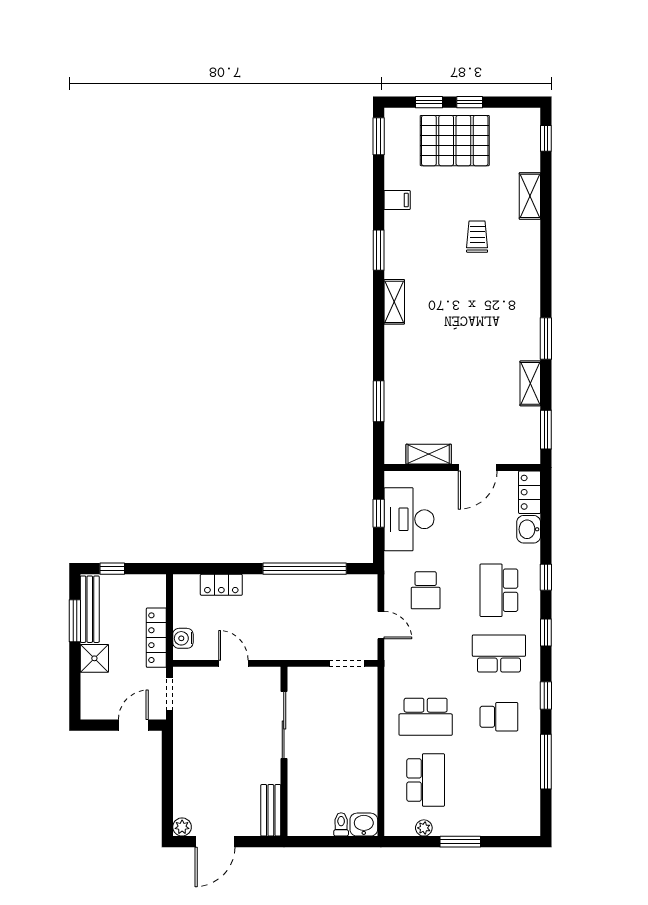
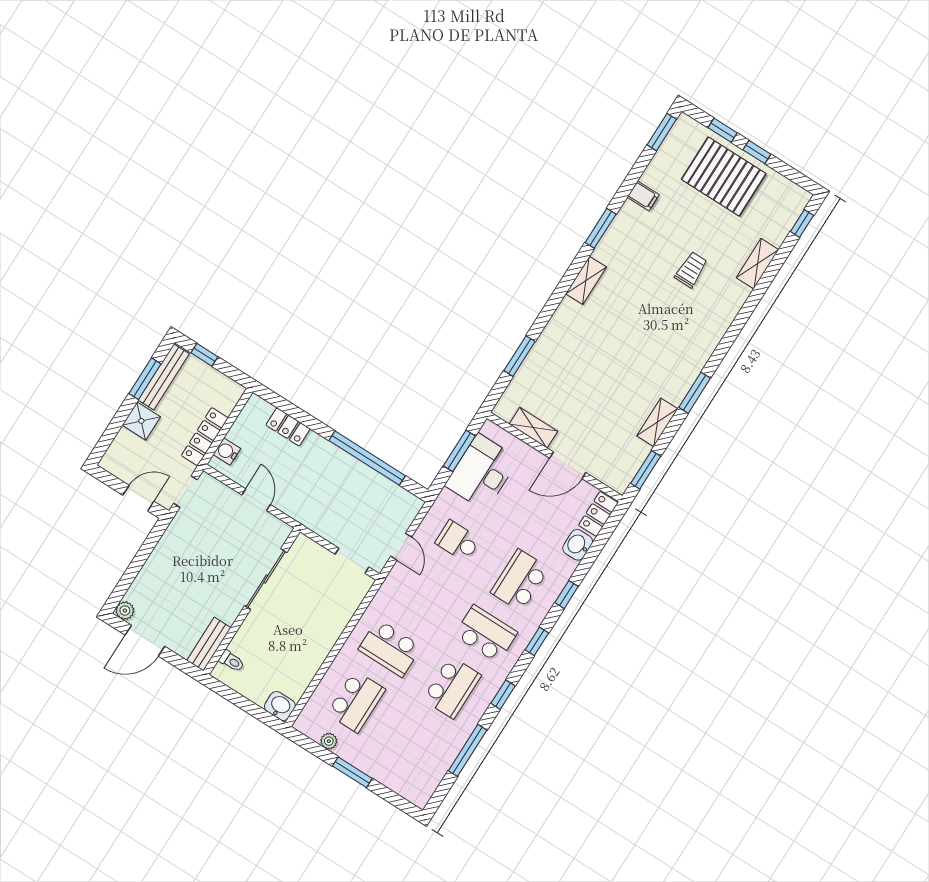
window: (379, 513) -> (459, 451), width x1.50
school desk: (426, 590) -> (458, 541), turned 90
school desk: (499, 717) -> (452, 687), width x1.85
toilet: (341, 824) -> (232, 661), moved, turned 90

